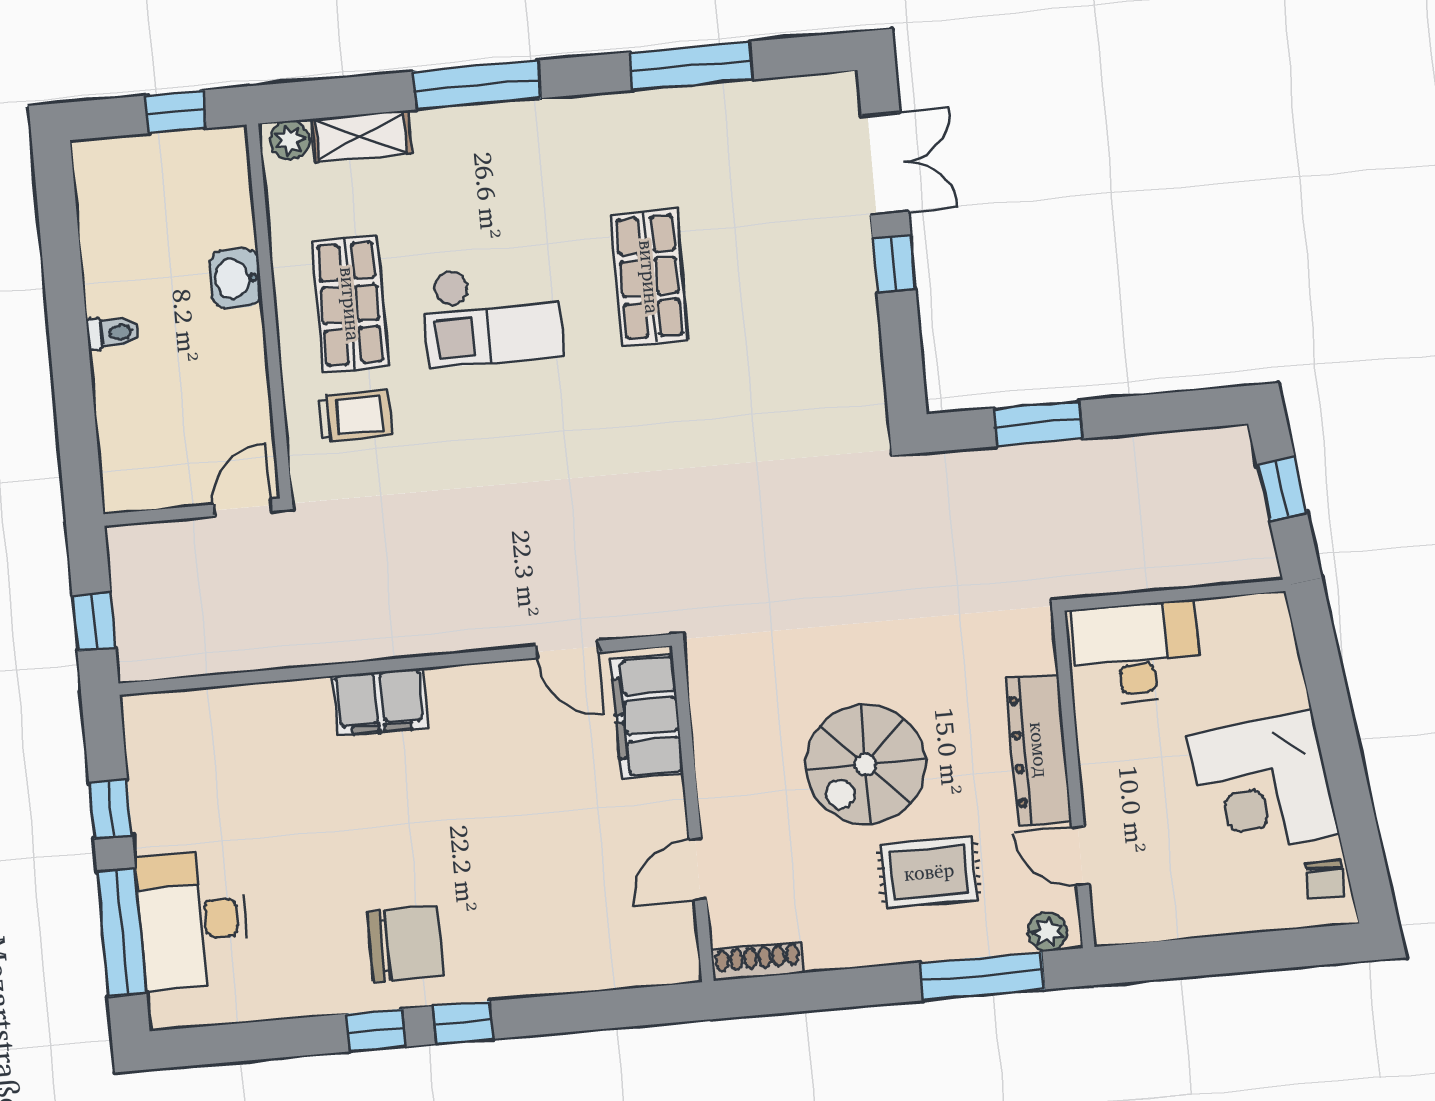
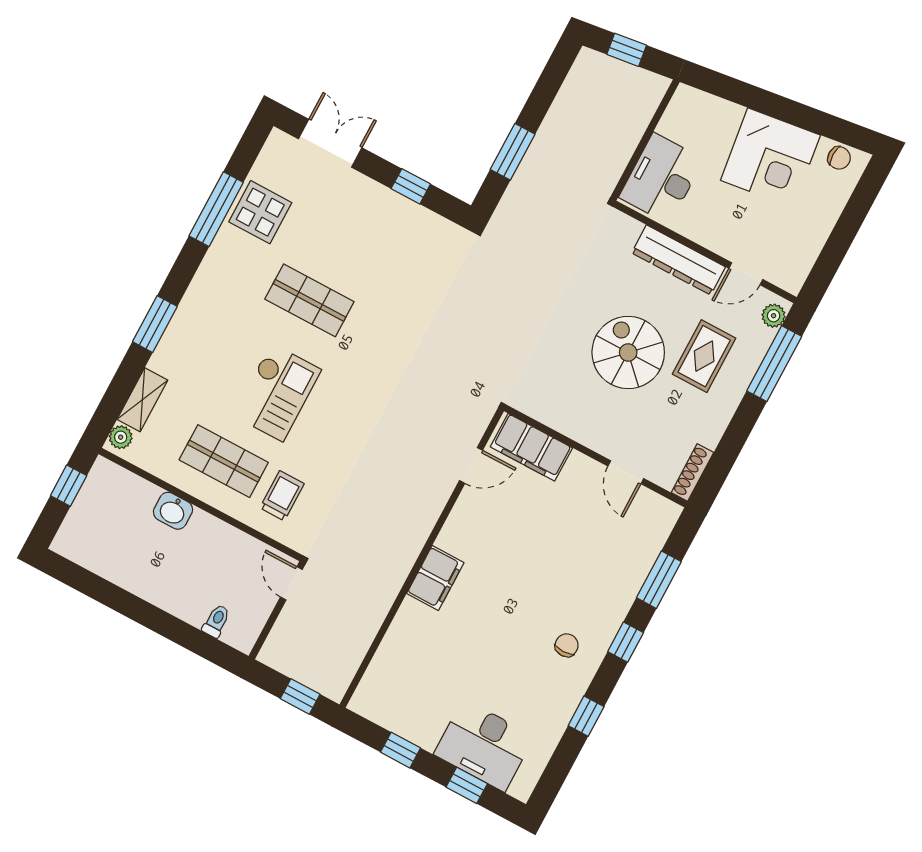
window: (477, 85) -> (155, 324), width x0.69
display table: (727, 129) -> (260, 212), added
window: (894, 264) -> (411, 186), moved
toilet: (113, 333) -> (216, 621), moved
spiral stairs: (865, 764) -> (628, 353), turned 180
window: (122, 932) -> (467, 785), width x0.46
chair: (405, 944) -> (567, 645), width x0.54, depth x0.54
window: (579, 1012) -> (659, 580), added
window: (376, 1030) -> (586, 716), moved

